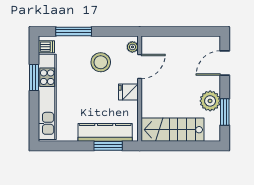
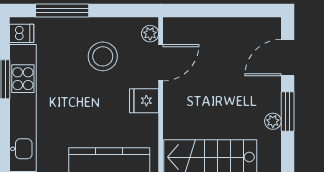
plant: (210, 101) -> (273, 121), width x0.53, depth x0.53
window: (225, 112) -> (288, 112), moved

